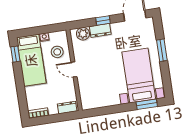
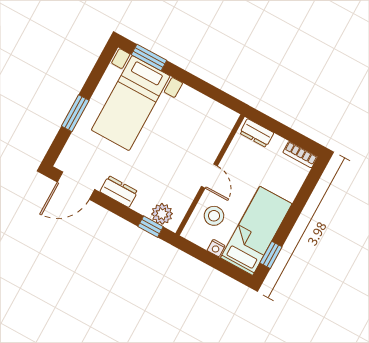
window: (103, 20) -> (151, 227), moved
dresser: (100, 30) -> (119, 192), moved

